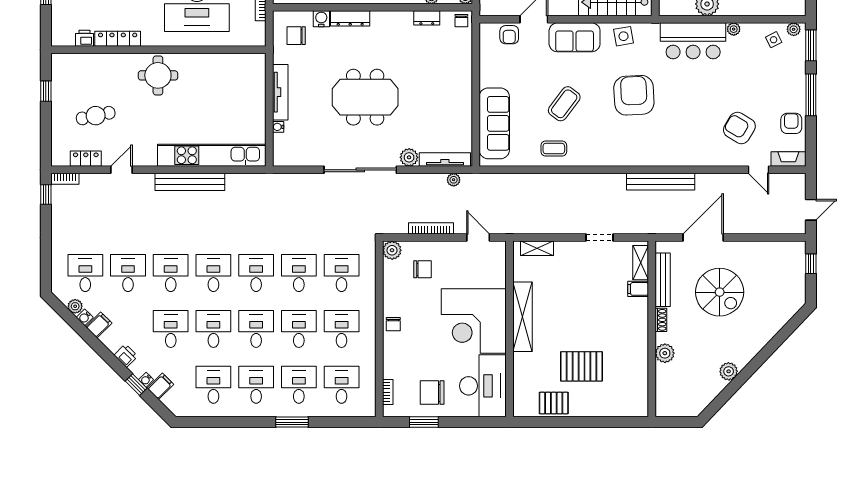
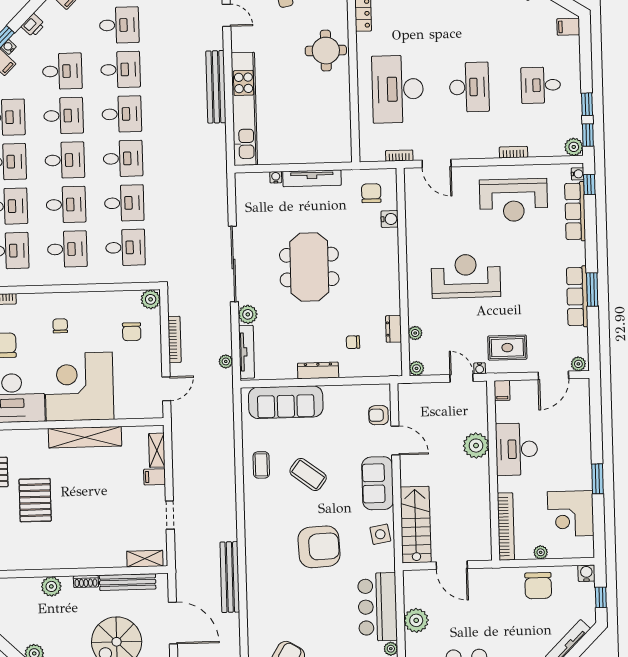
dresser: (350, 18) -> (318, 370), moved, turned 90
chair: (461, 21) -> (353, 342), moved
filing cabinet: (638, 289) -> (155, 477), moved, turned -90
chair: (393, 324) -> (60, 326), moved, turned 90

